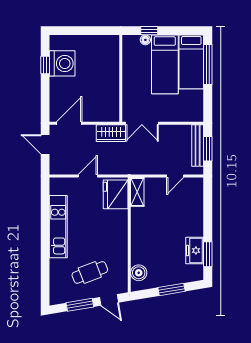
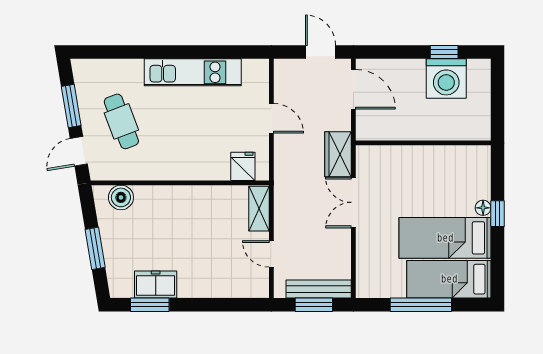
window: (208, 64) -> (421, 305), moved
wall: (121, 78) -> (423, 143), moved
door: (45, 144) -> (320, 52), hinge flipped
shelving: (137, 192) -> (259, 209), moved, turned 90
fridge: (116, 194) -> (243, 166), width x0.53, depth x0.75

